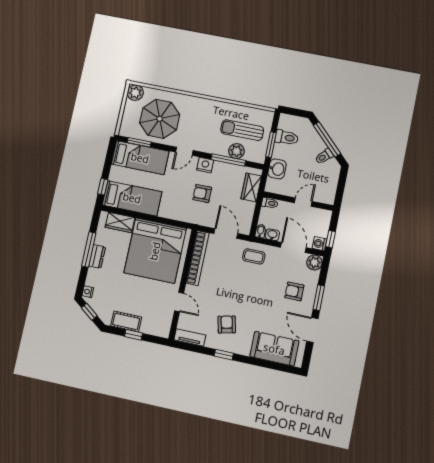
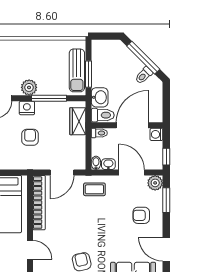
sun lounger: (242, 130) -> (77, 70), moved, turned -90
toilet: (287, 138) -> (103, 115), moved
plant: (236, 151) -> (29, 87), moved
armchair: (202, 194) -> (30, 137), turned 90
door: (303, 202) -> (132, 125), width x1.88
door: (226, 234) -> (62, 172), swing flipped
washing machine: (319, 244) -> (156, 134), moved
window: (319, 298) -> (166, 200), moved

